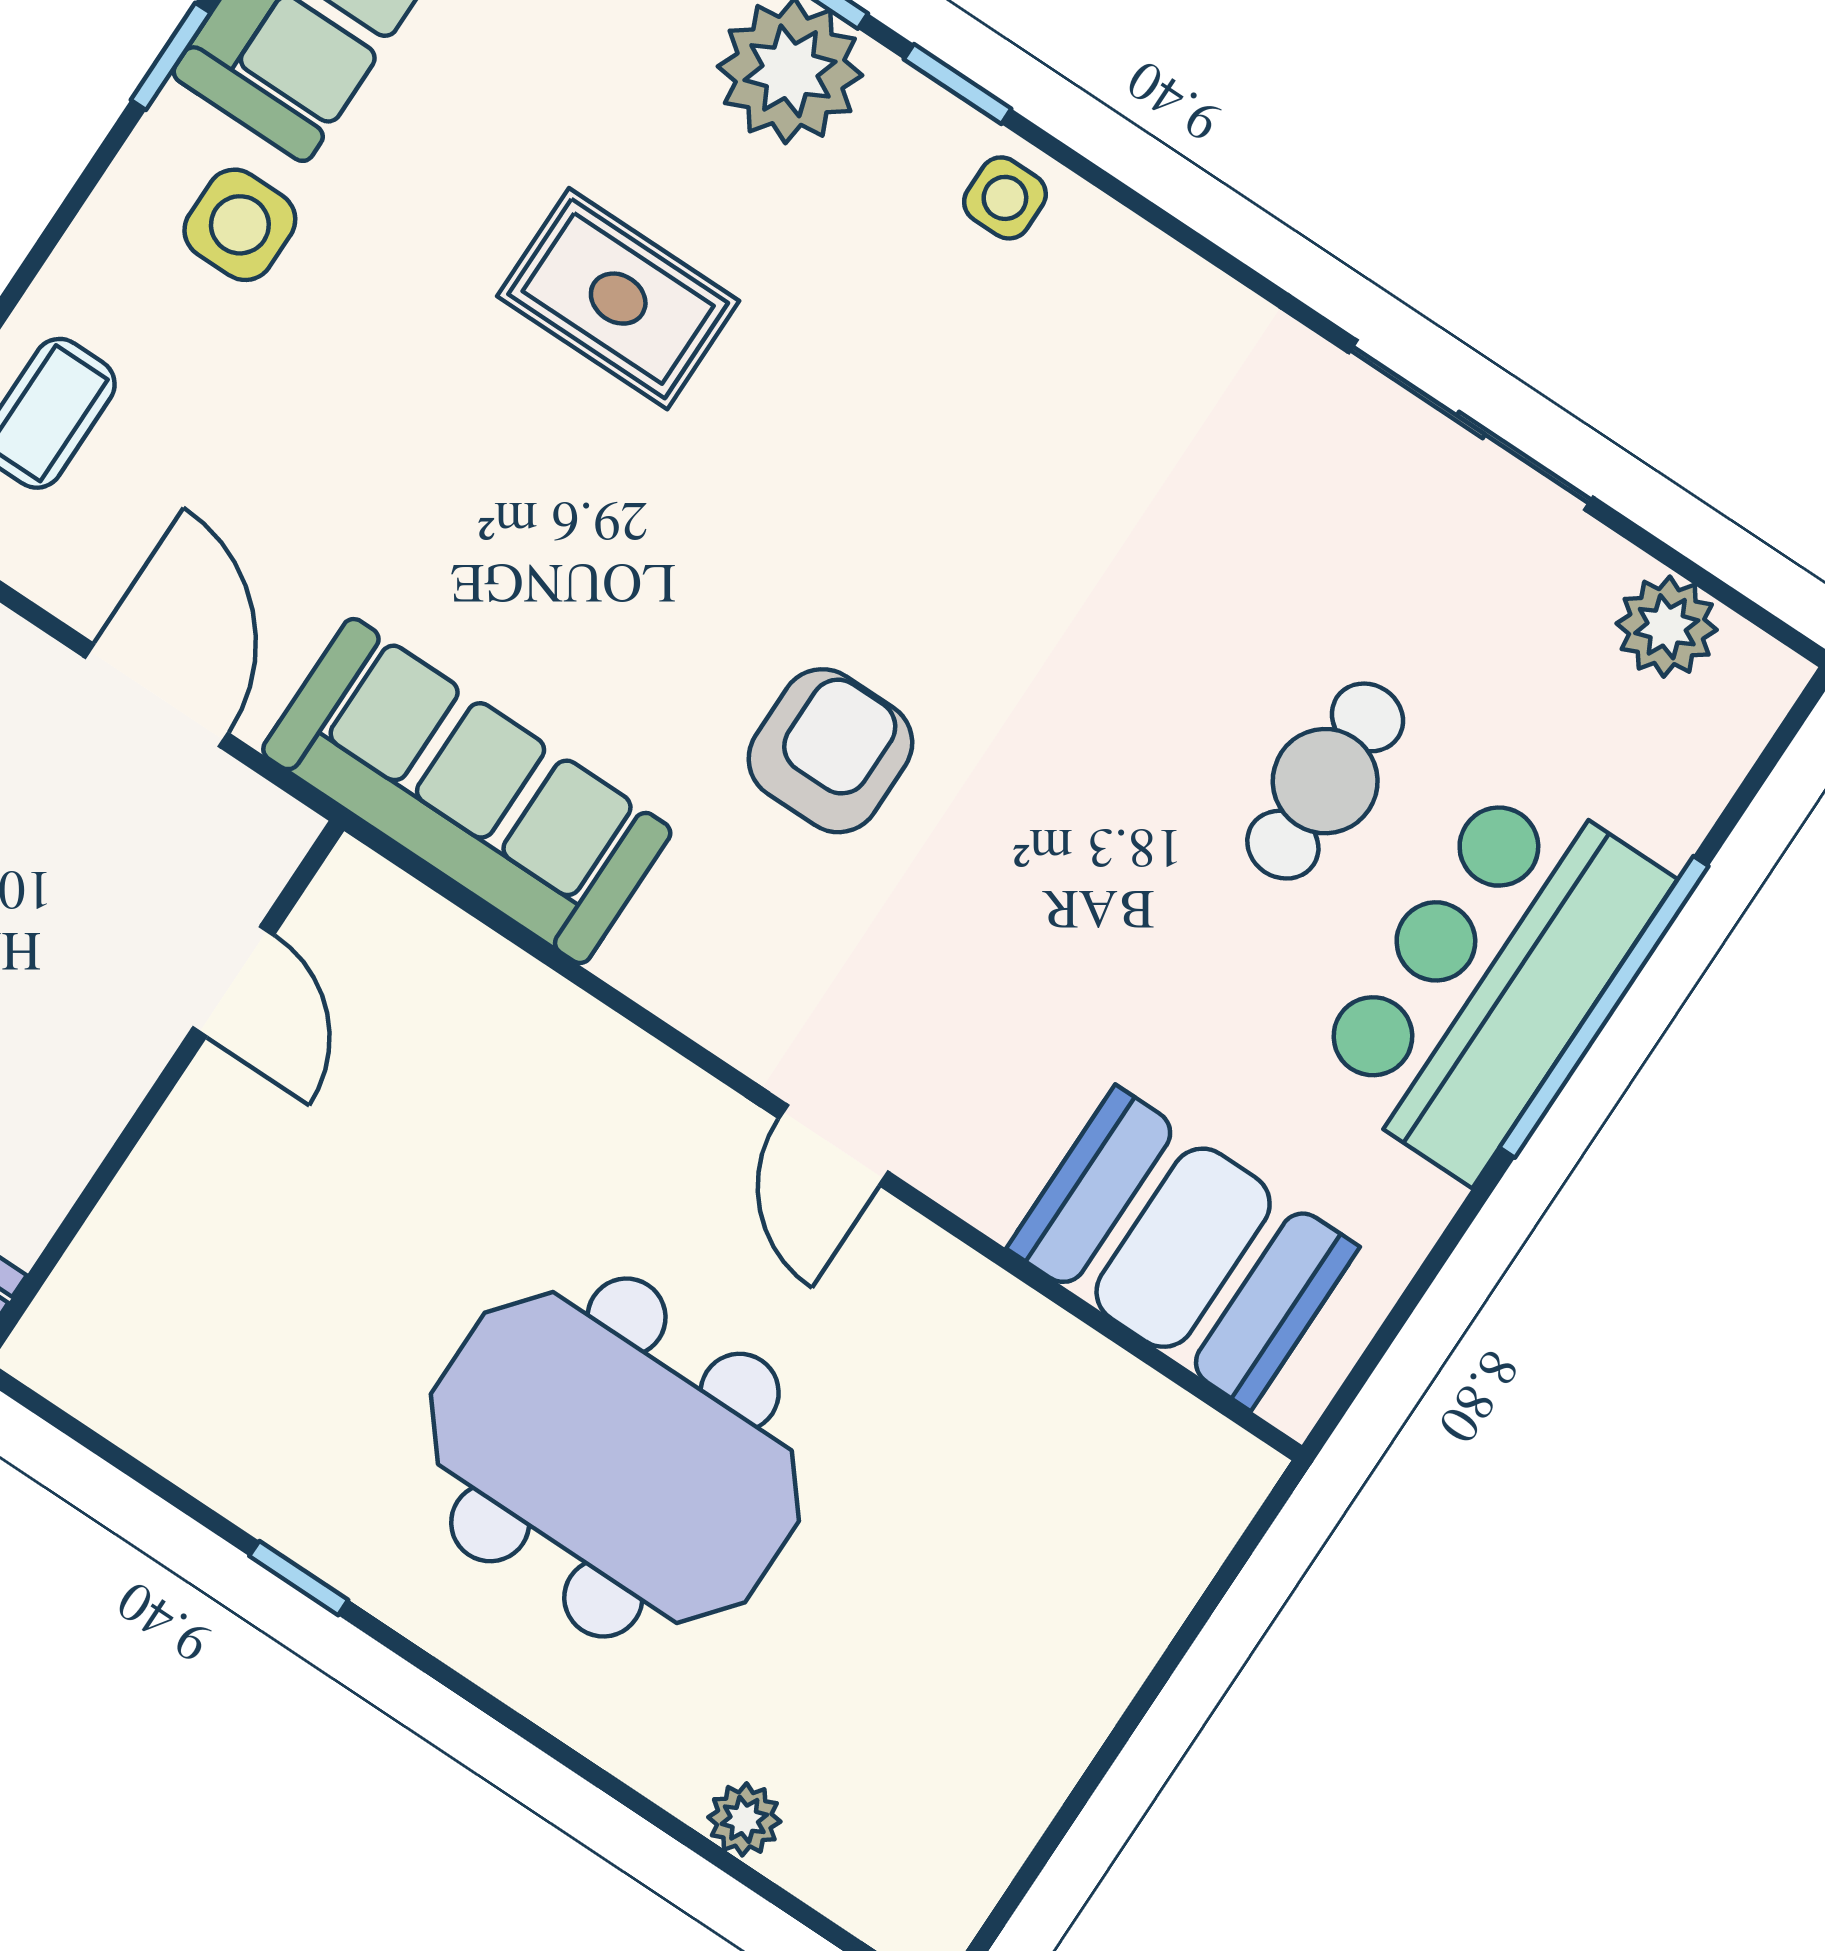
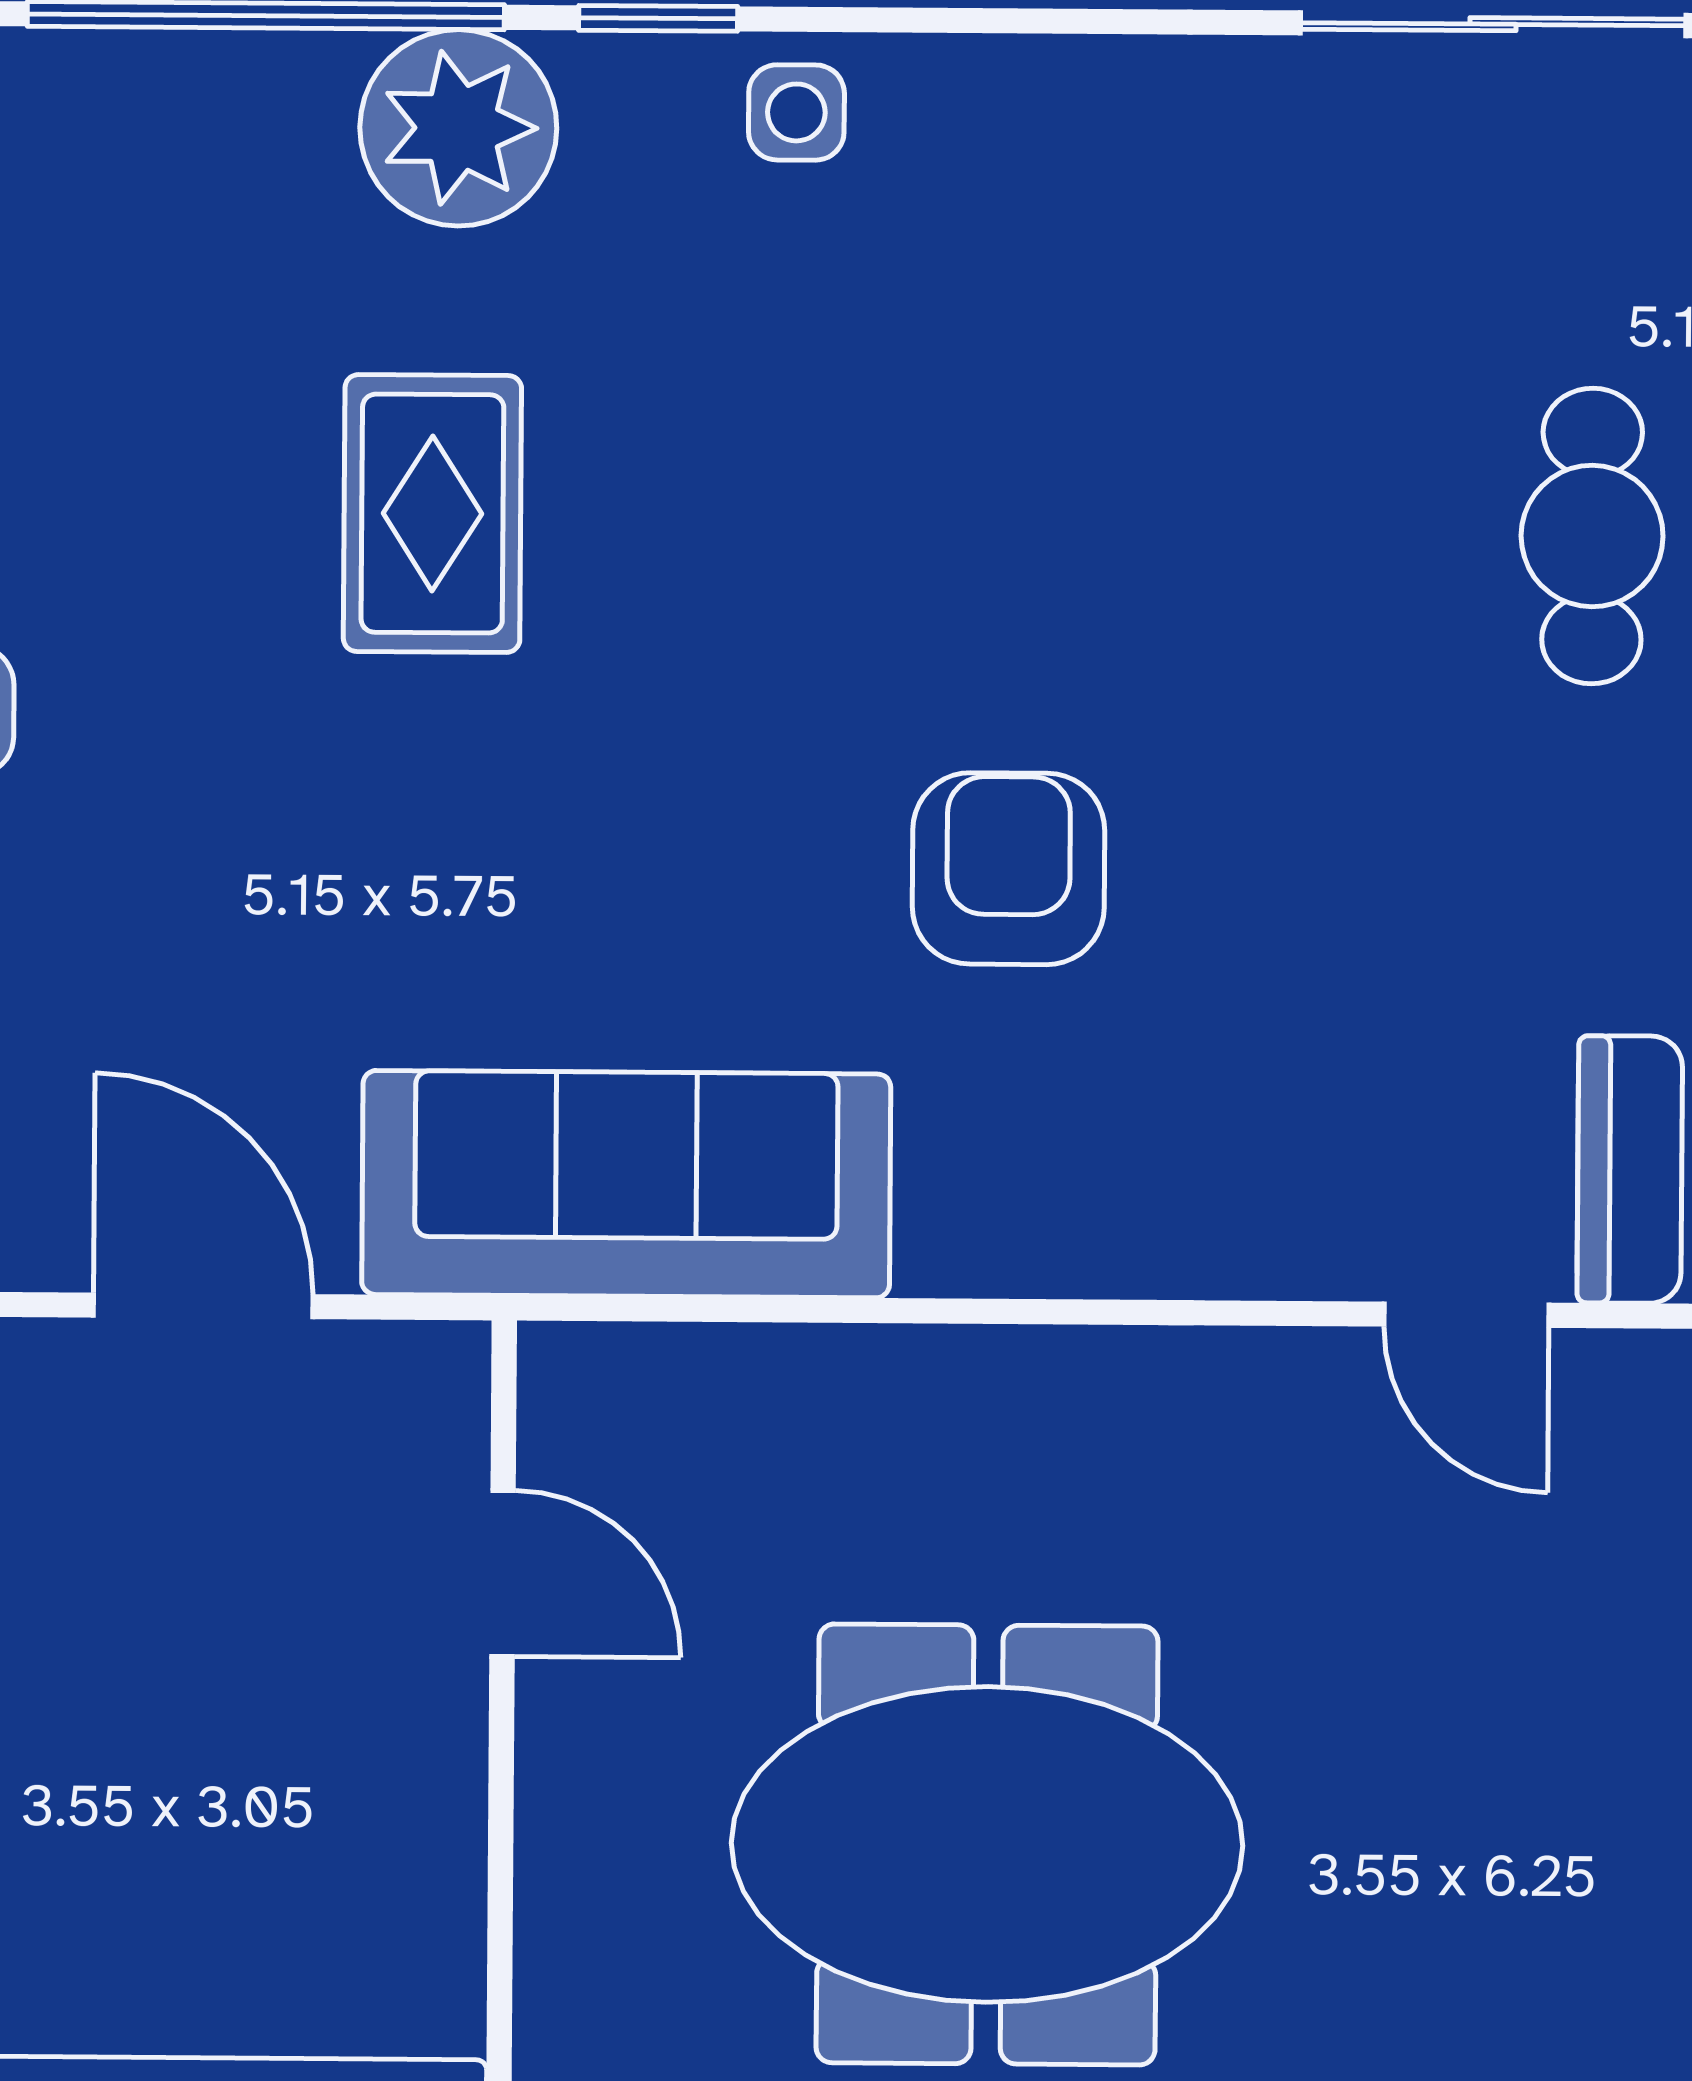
rug: (618, 299) -> (432, 513), turned 90
door: (834, 1145) -> (1466, 1315), moved
meeting table: (615, 1457) -> (987, 1844), moved

